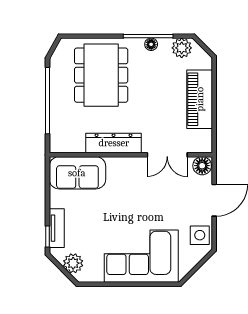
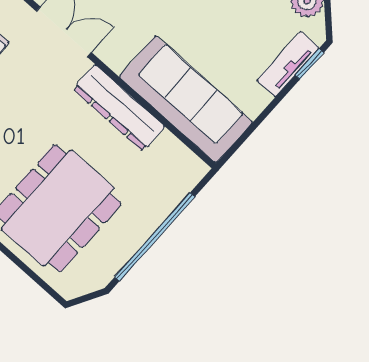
sofa: (77, 173) -> (186, 99), width x1.36

